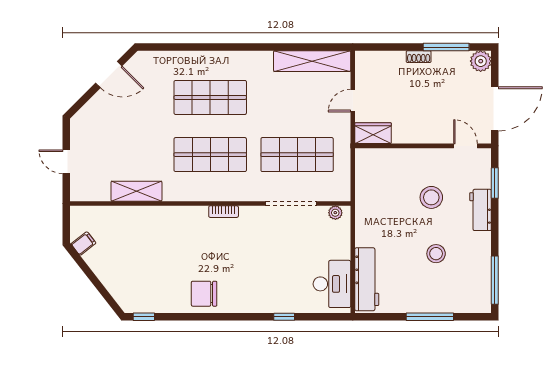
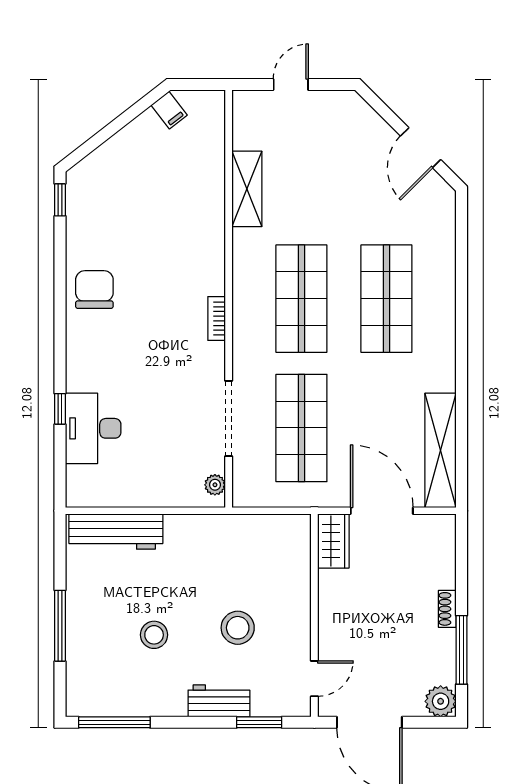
door: (353, 101) -> (382, 511), width x1.87
desk: (332, 284) -> (93, 428), moved, turned 90

